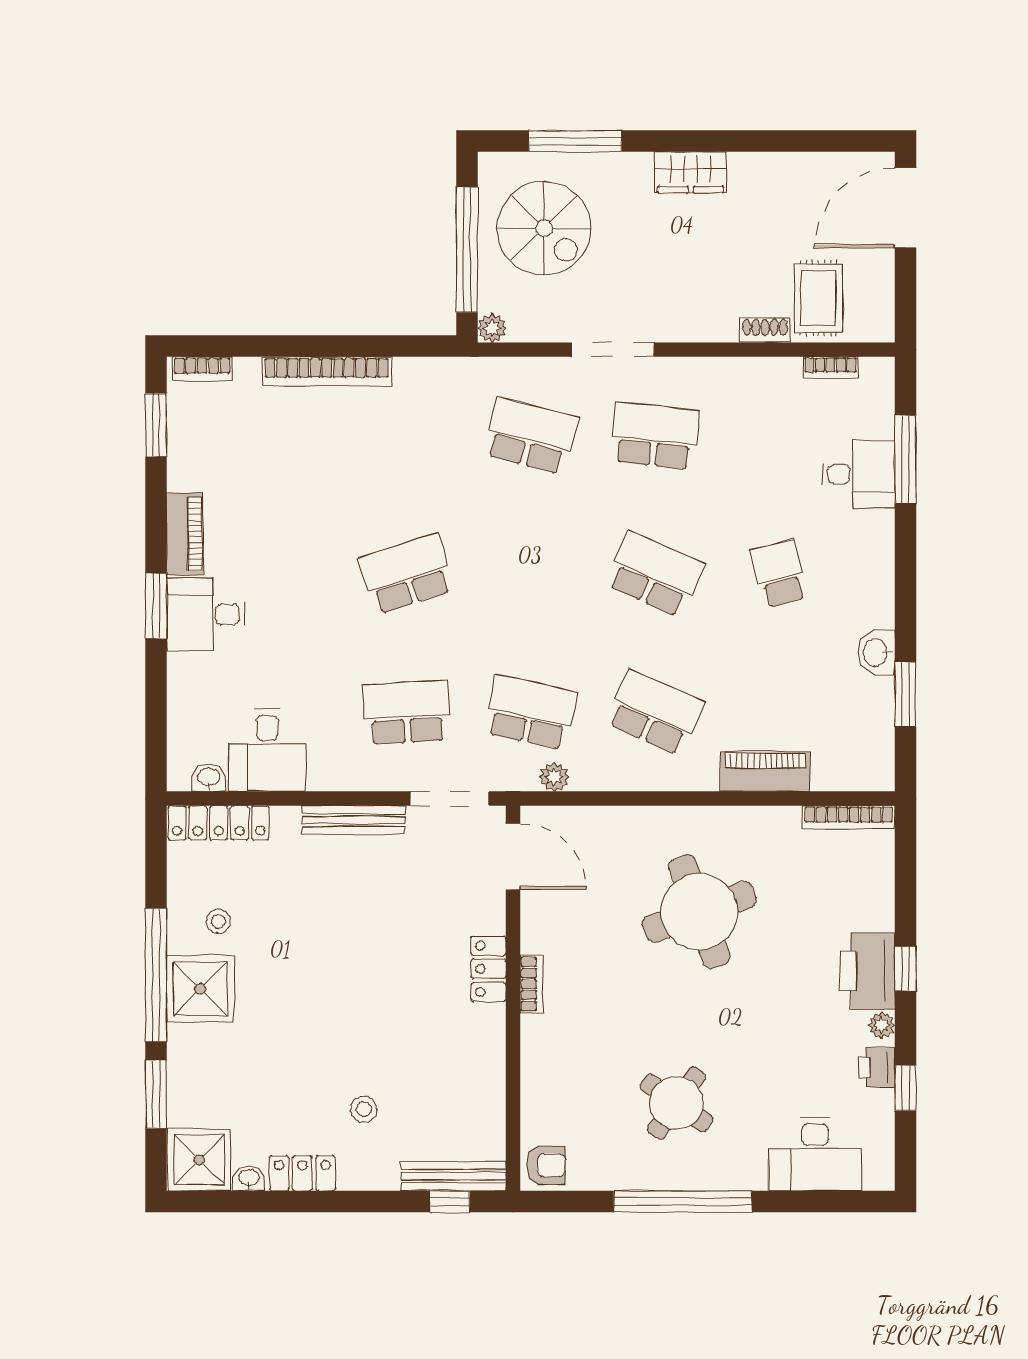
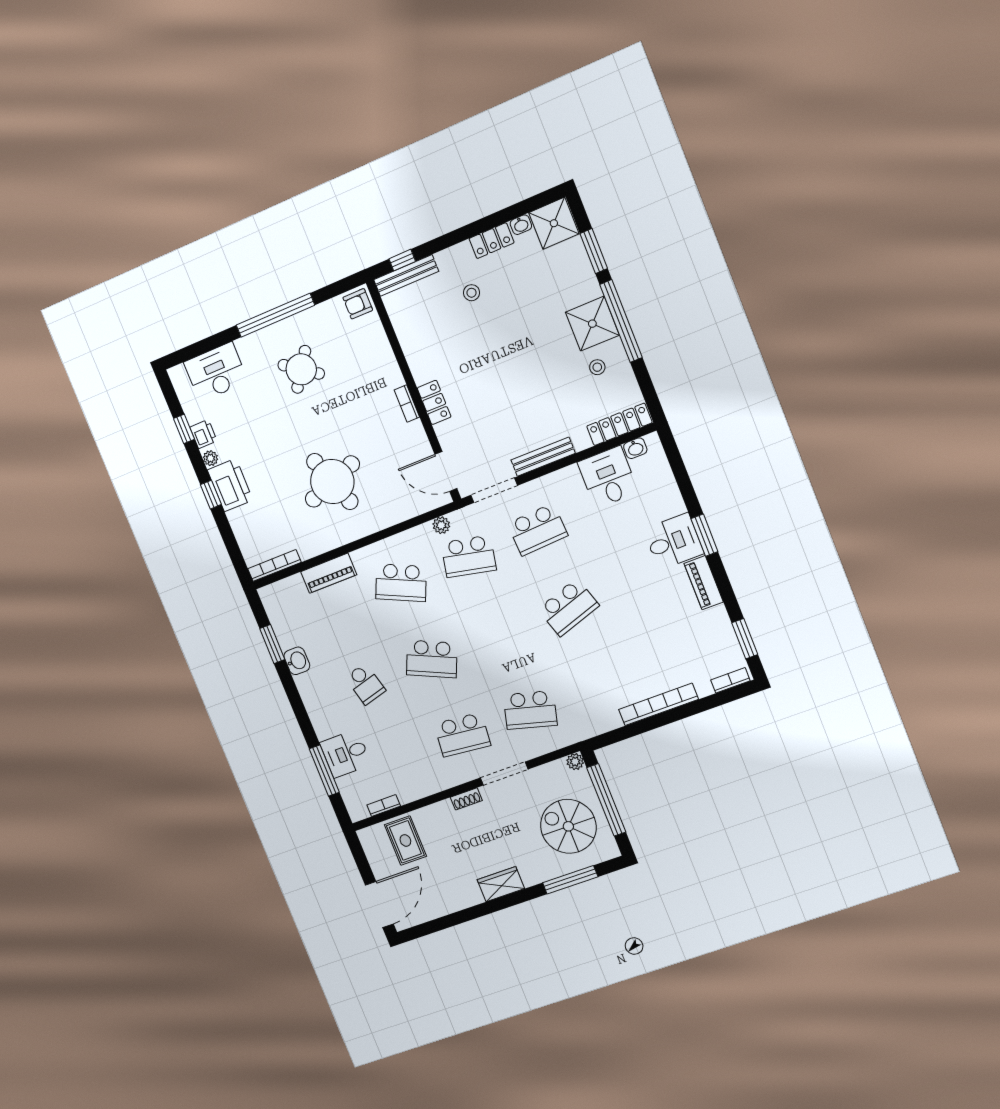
shoe rack: (765, 330) -> (466, 799), moved

